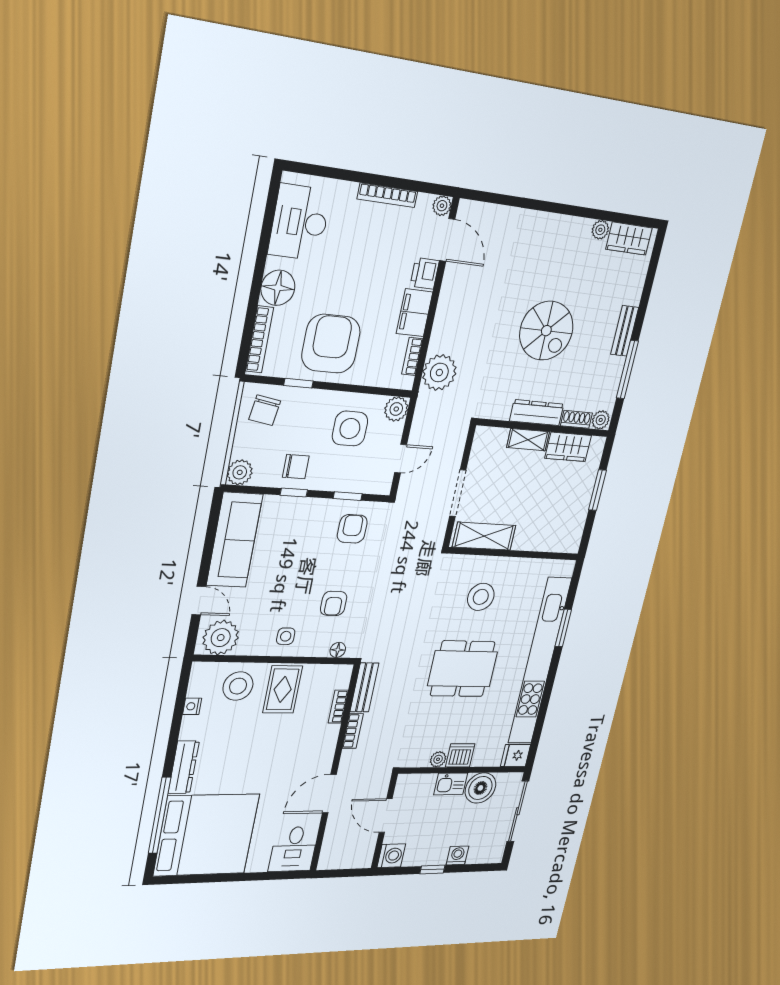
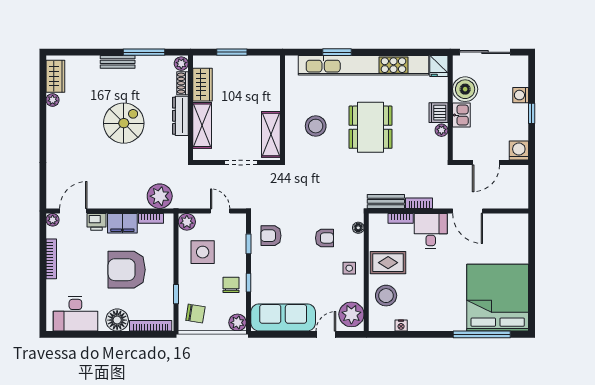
armchair: (331, 344) -> (127, 270), moved
shelving: (528, 440) -> (202, 125), width x1.50, depth x1.33
dresser: (184, 767) -> (446, 323), removed
desk: (294, 849) -> (431, 231), moved, turned -90

